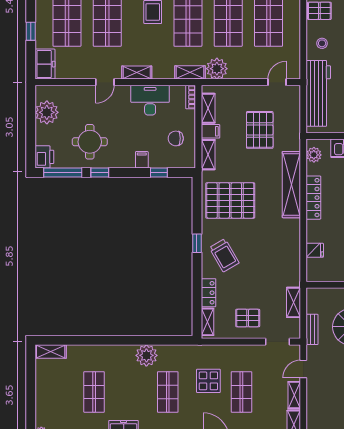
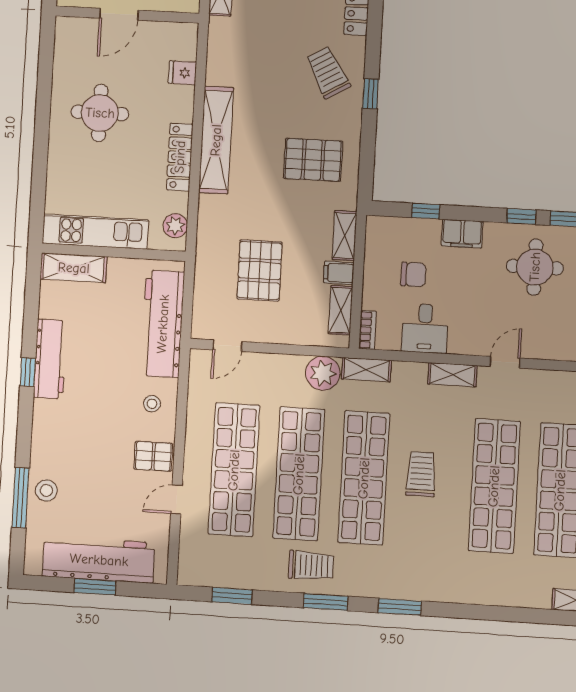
desk: (150, 100) -> (425, 328), width x0.73
chair: (176, 138) -> (413, 275), moved
filing cabinet: (142, 160) -> (462, 234), width x2.00
shelving: (291, 185) -> (216, 140), moved
pallet: (230, 200) -> (313, 160), width x0.73, depth x0.71

